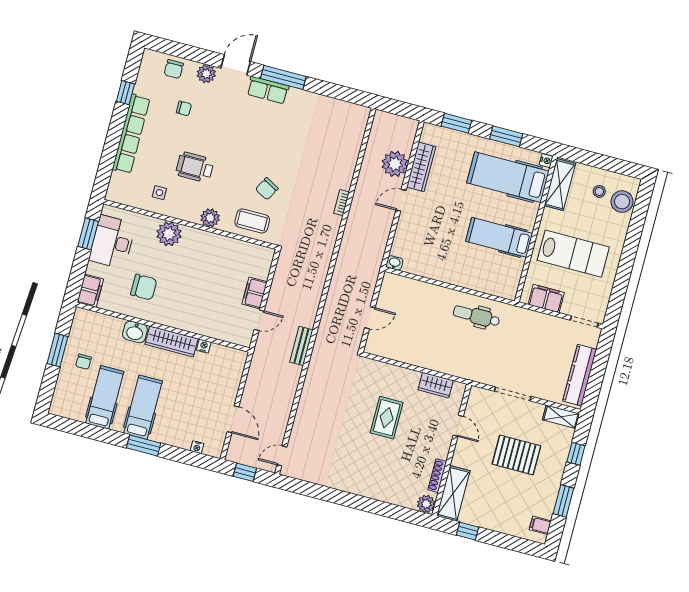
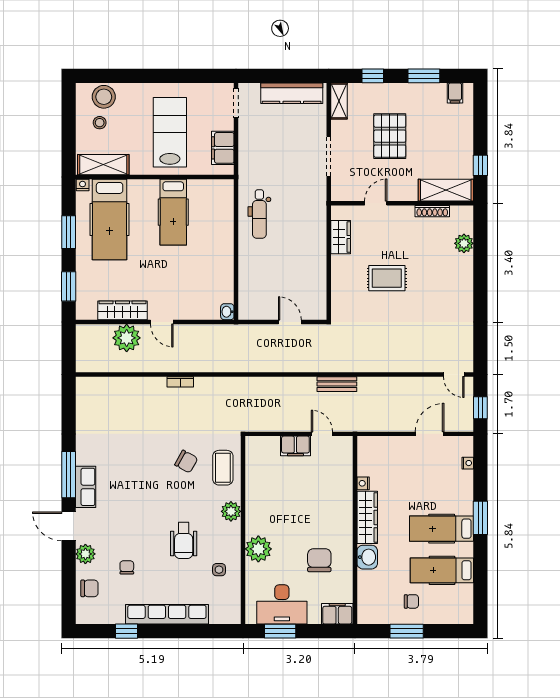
plant: (426, 504) -> (464, 243), moved

